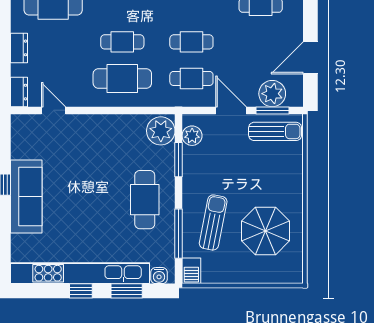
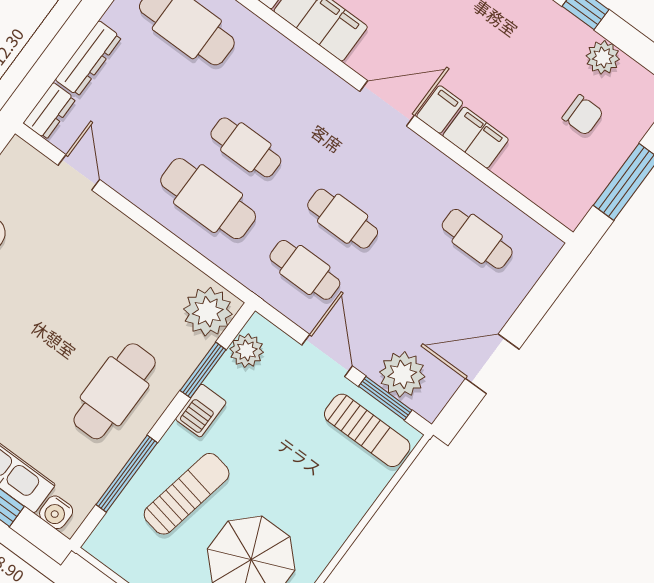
dresser: (19, 48) -> (88, 58), width x1.44
barbecue: (191, 271) -> (201, 411), moved

